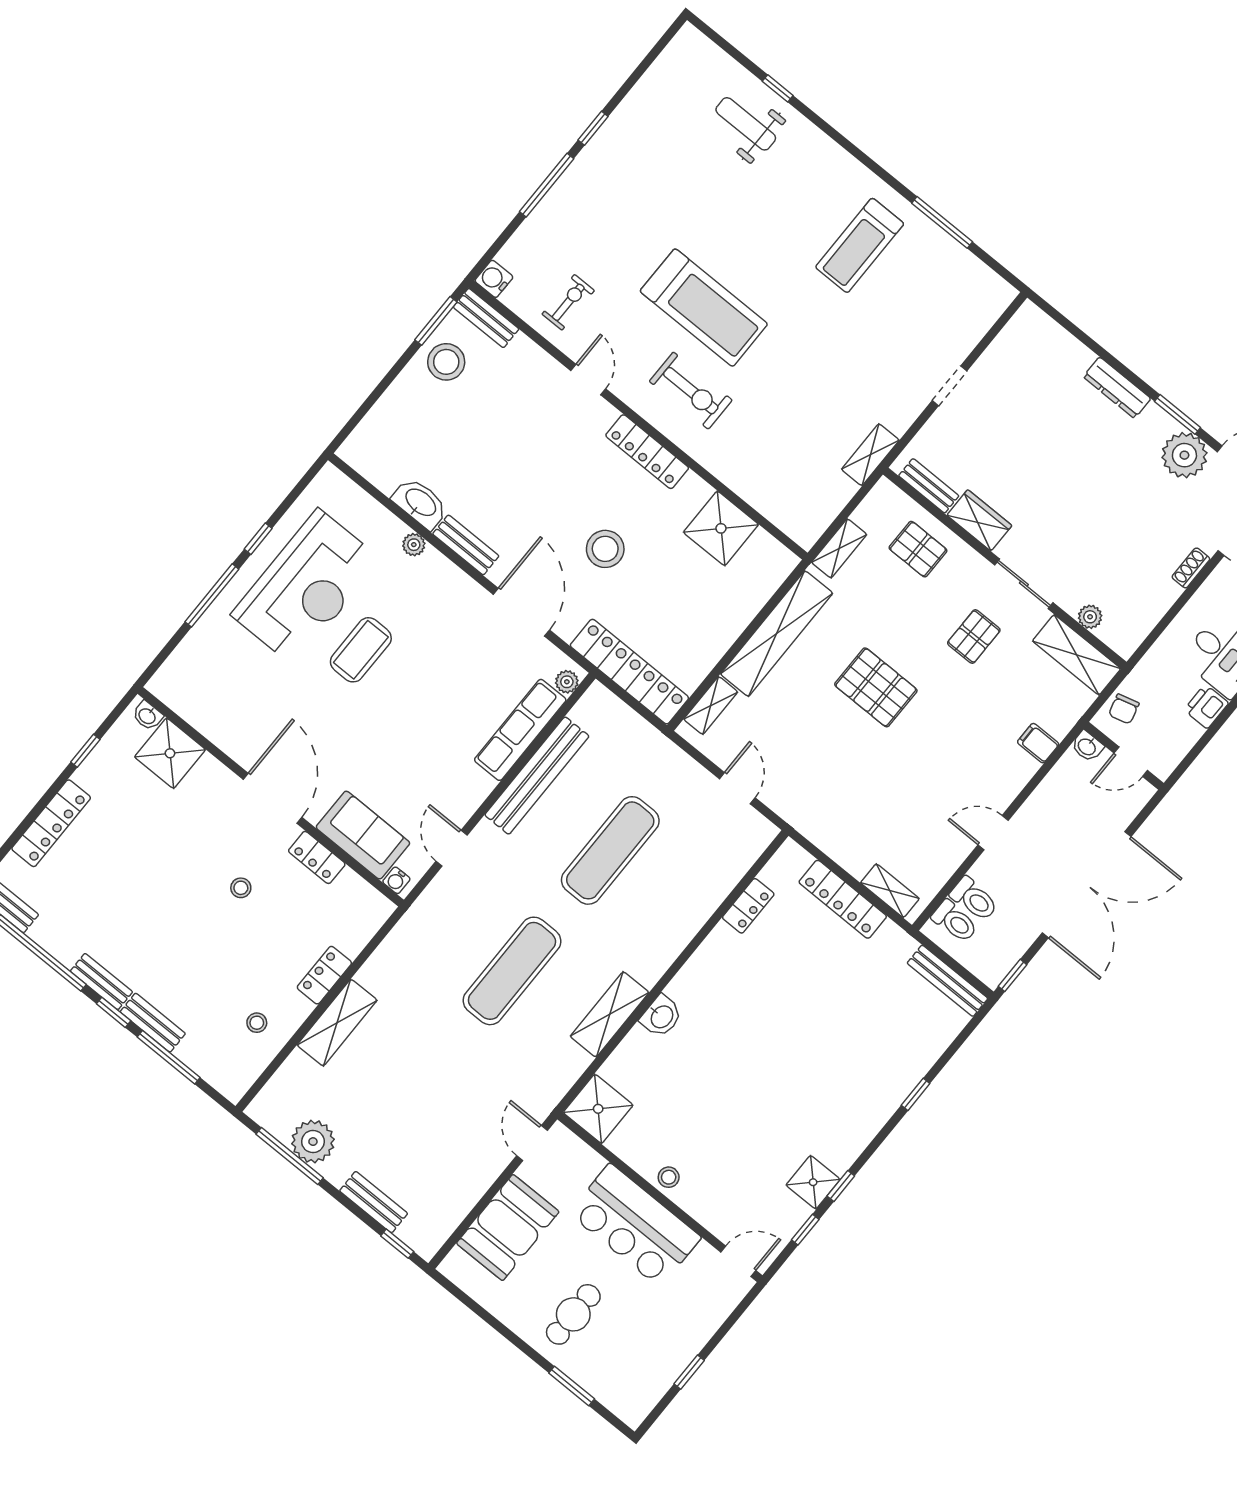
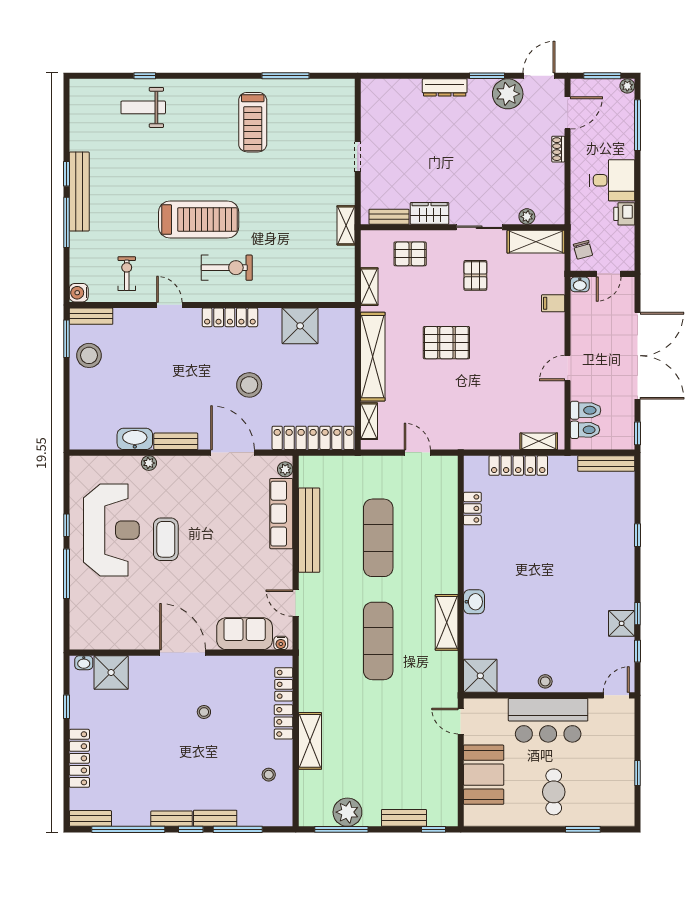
bench: (591, 161) -> (79, 191), added
locker: (317, 857) -> (284, 684), moved, turned 90

